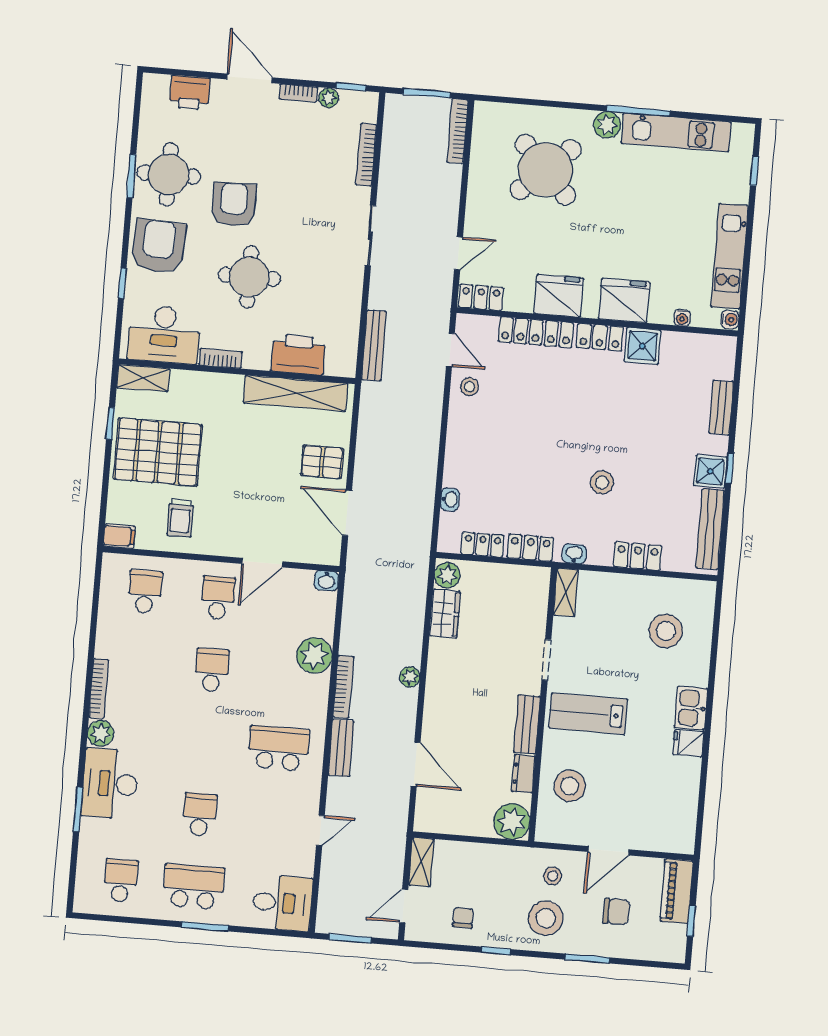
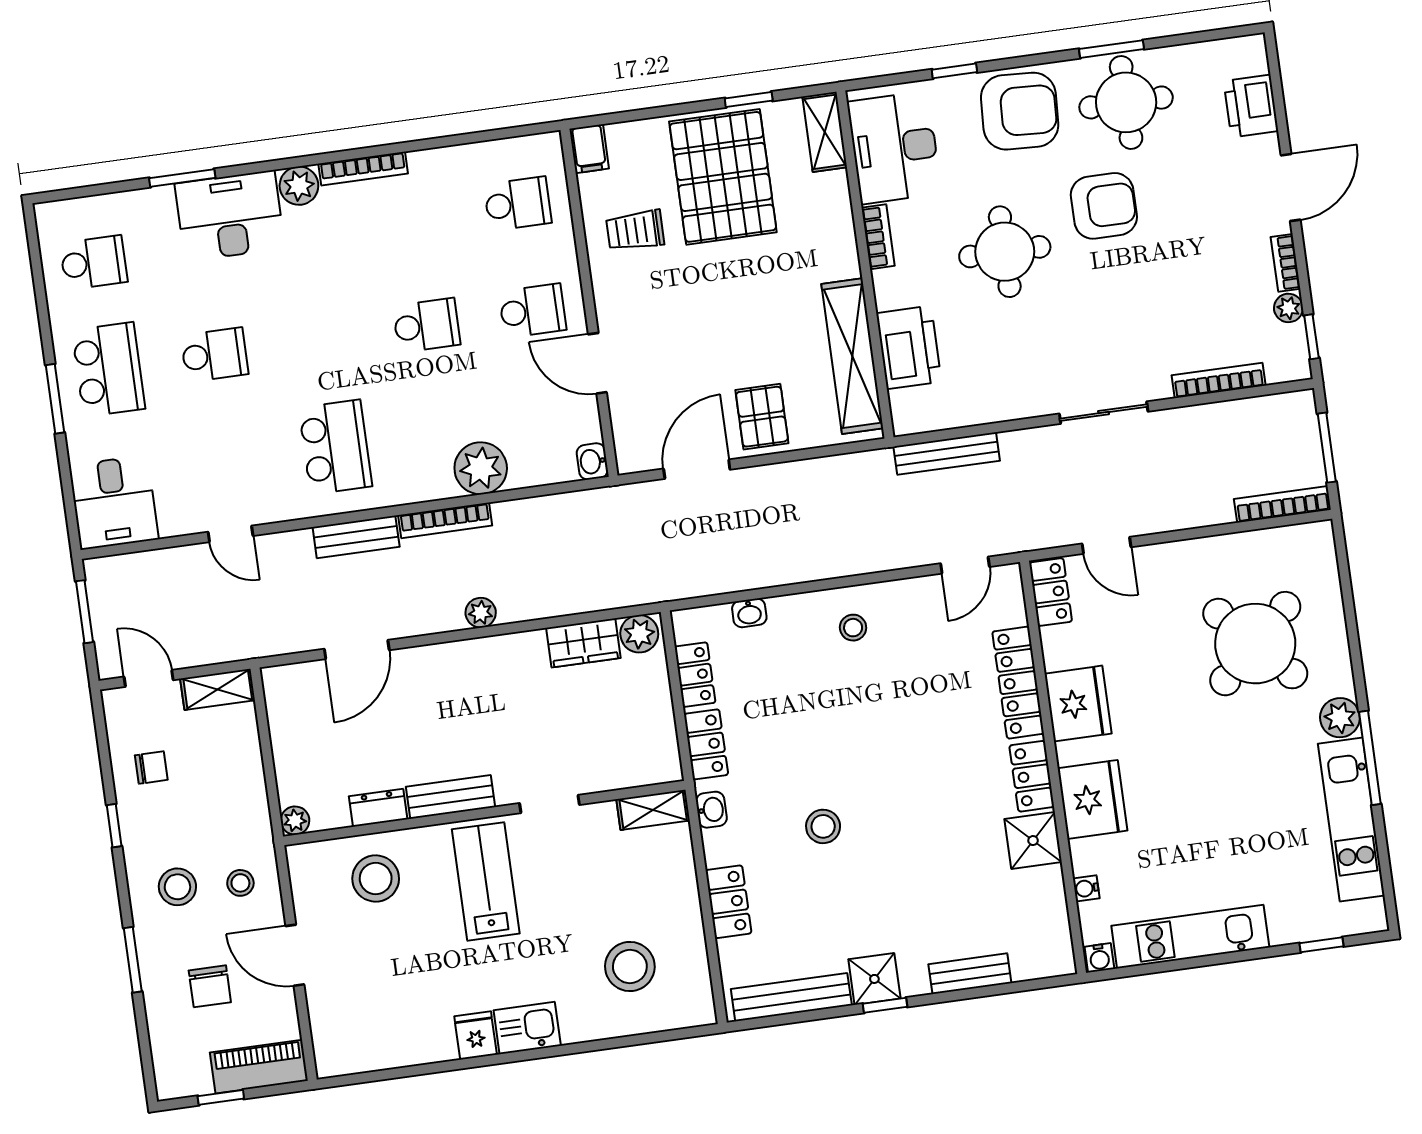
stool: (470, 387) -> (853, 628), moved
plant: (512, 821) -> (295, 821), width x0.53, depth x0.53
stool: (546, 918) -> (177, 887), width x0.73, depth x0.73

